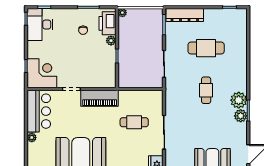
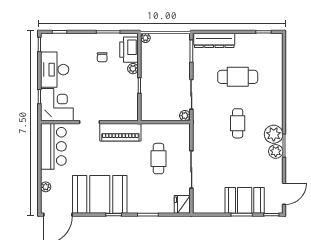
desk: (40, 25) -> (55, 70), moved
plant: (158, 83) -> (185, 116), added
cafe table: (134, 122) -> (158, 159), turned 90
plant: (32, 138) -> (46, 187), moved

